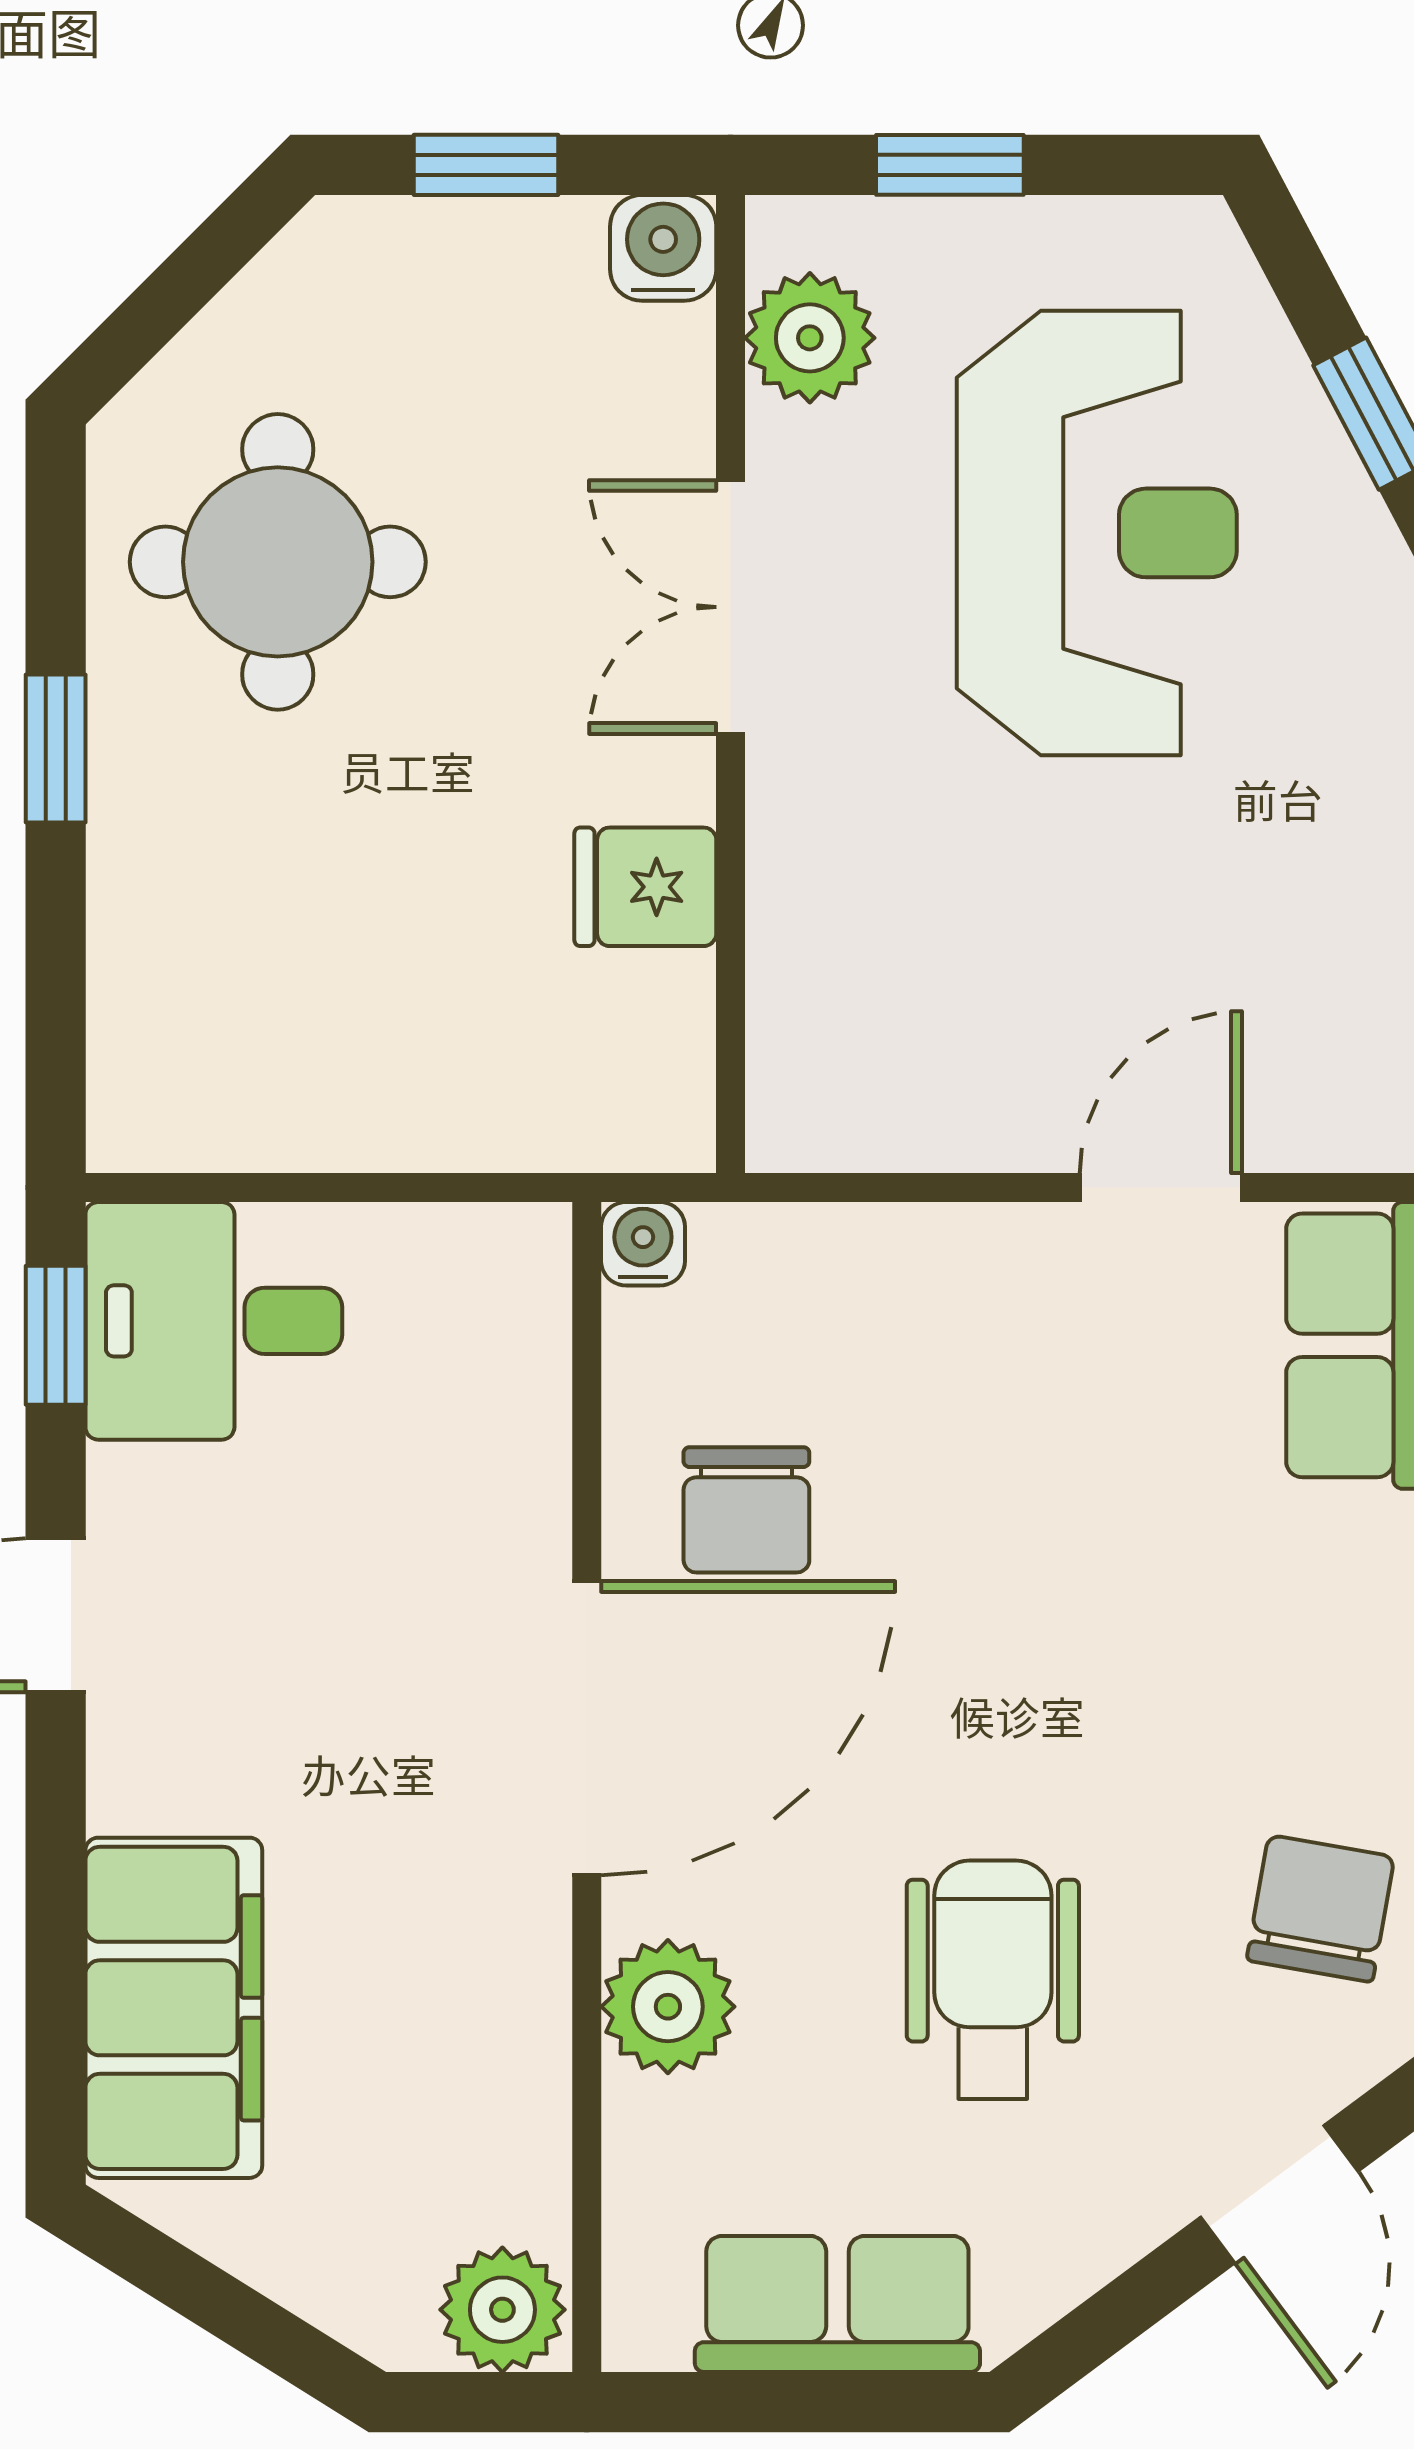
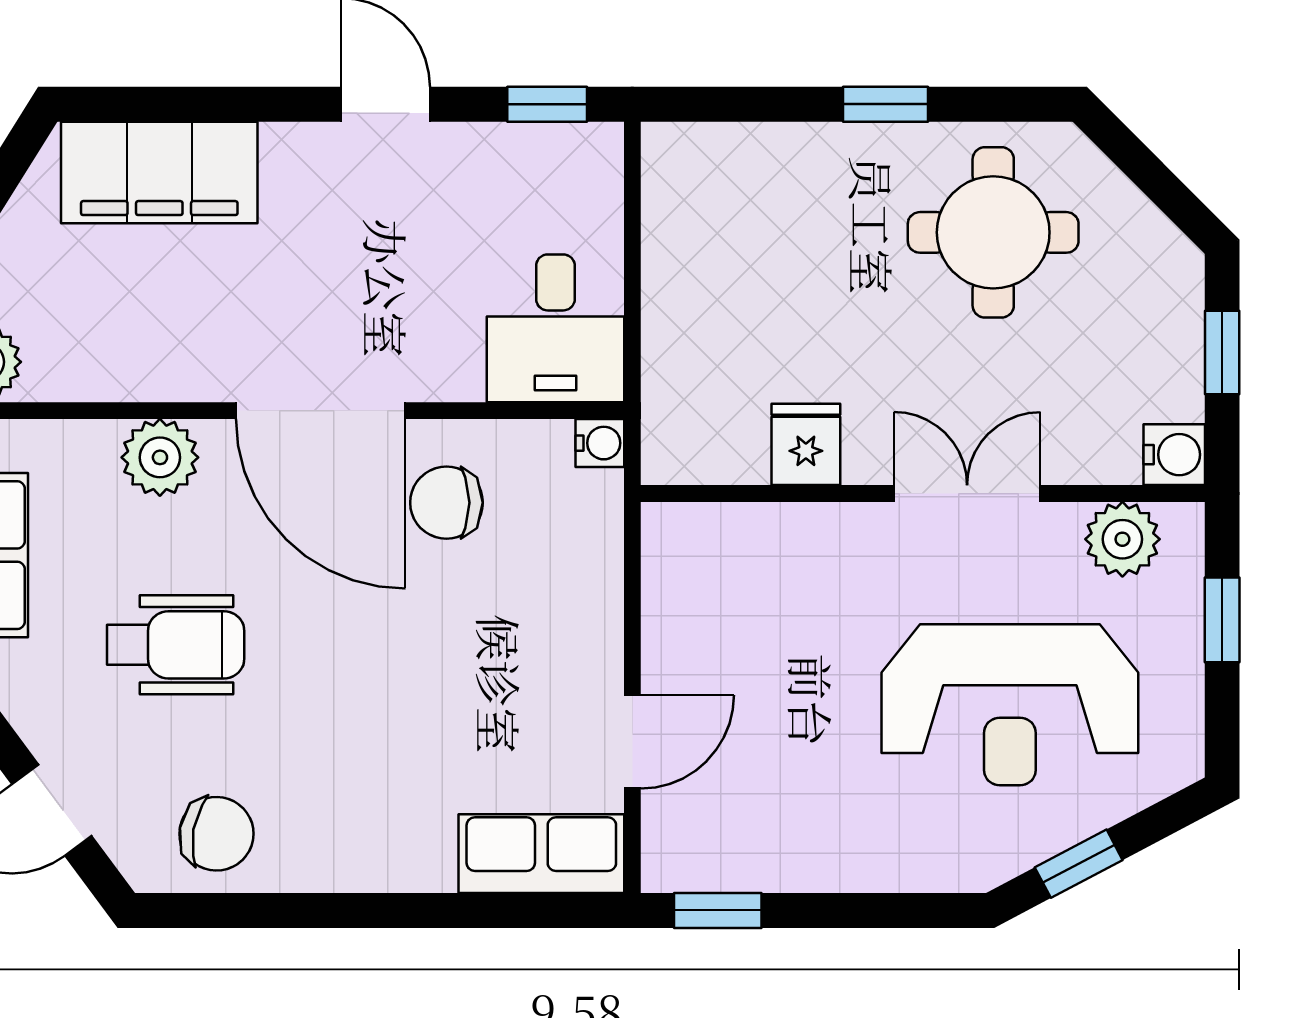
door: (1161, 1188) -> (632, 742), hinge flipped
desk: (214, 1321) -> (555, 328), moved, turned 180

